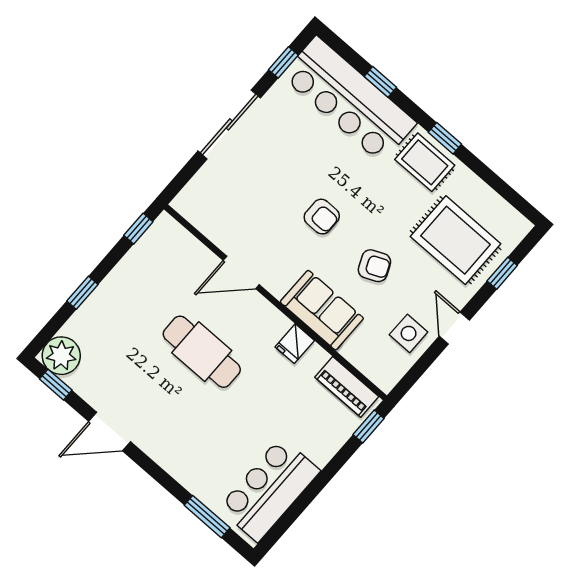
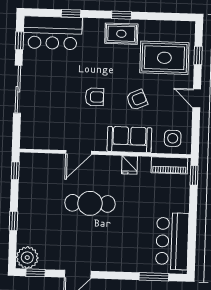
bar counter: (349, 99) -> (53, 33), width x0.73
side table: (409, 333) -> (173, 138), moved

